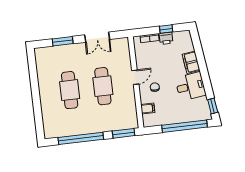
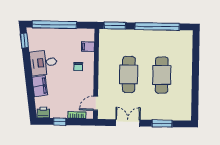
printer: (166, 38) -> (43, 112), moved
door: (135, 77) -> (96, 103), moved

